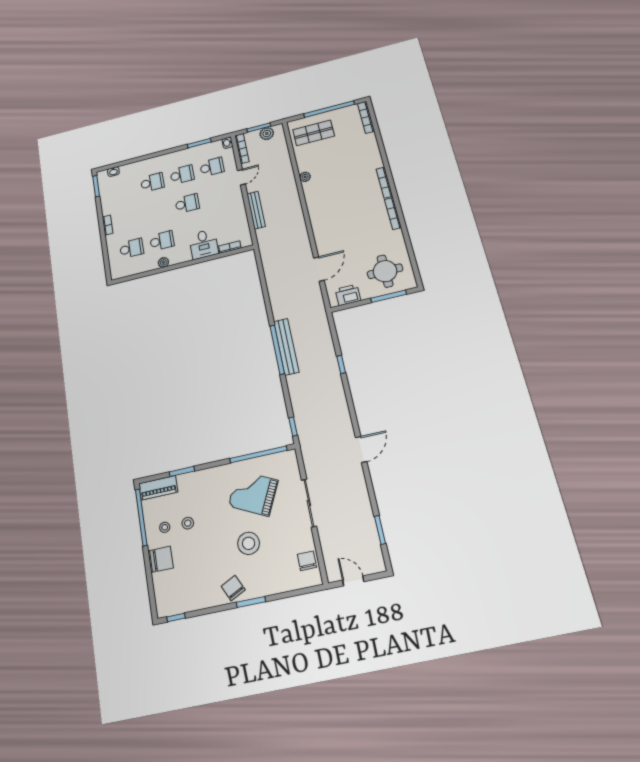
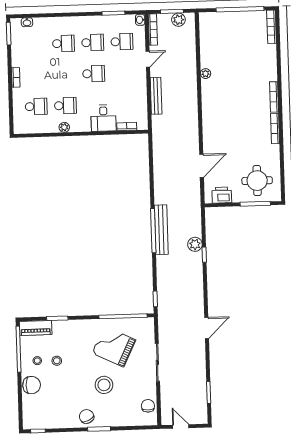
shop shelf: (313, 133) -> (221, 30), removed
plant: (328, 355) -> (195, 244), added

